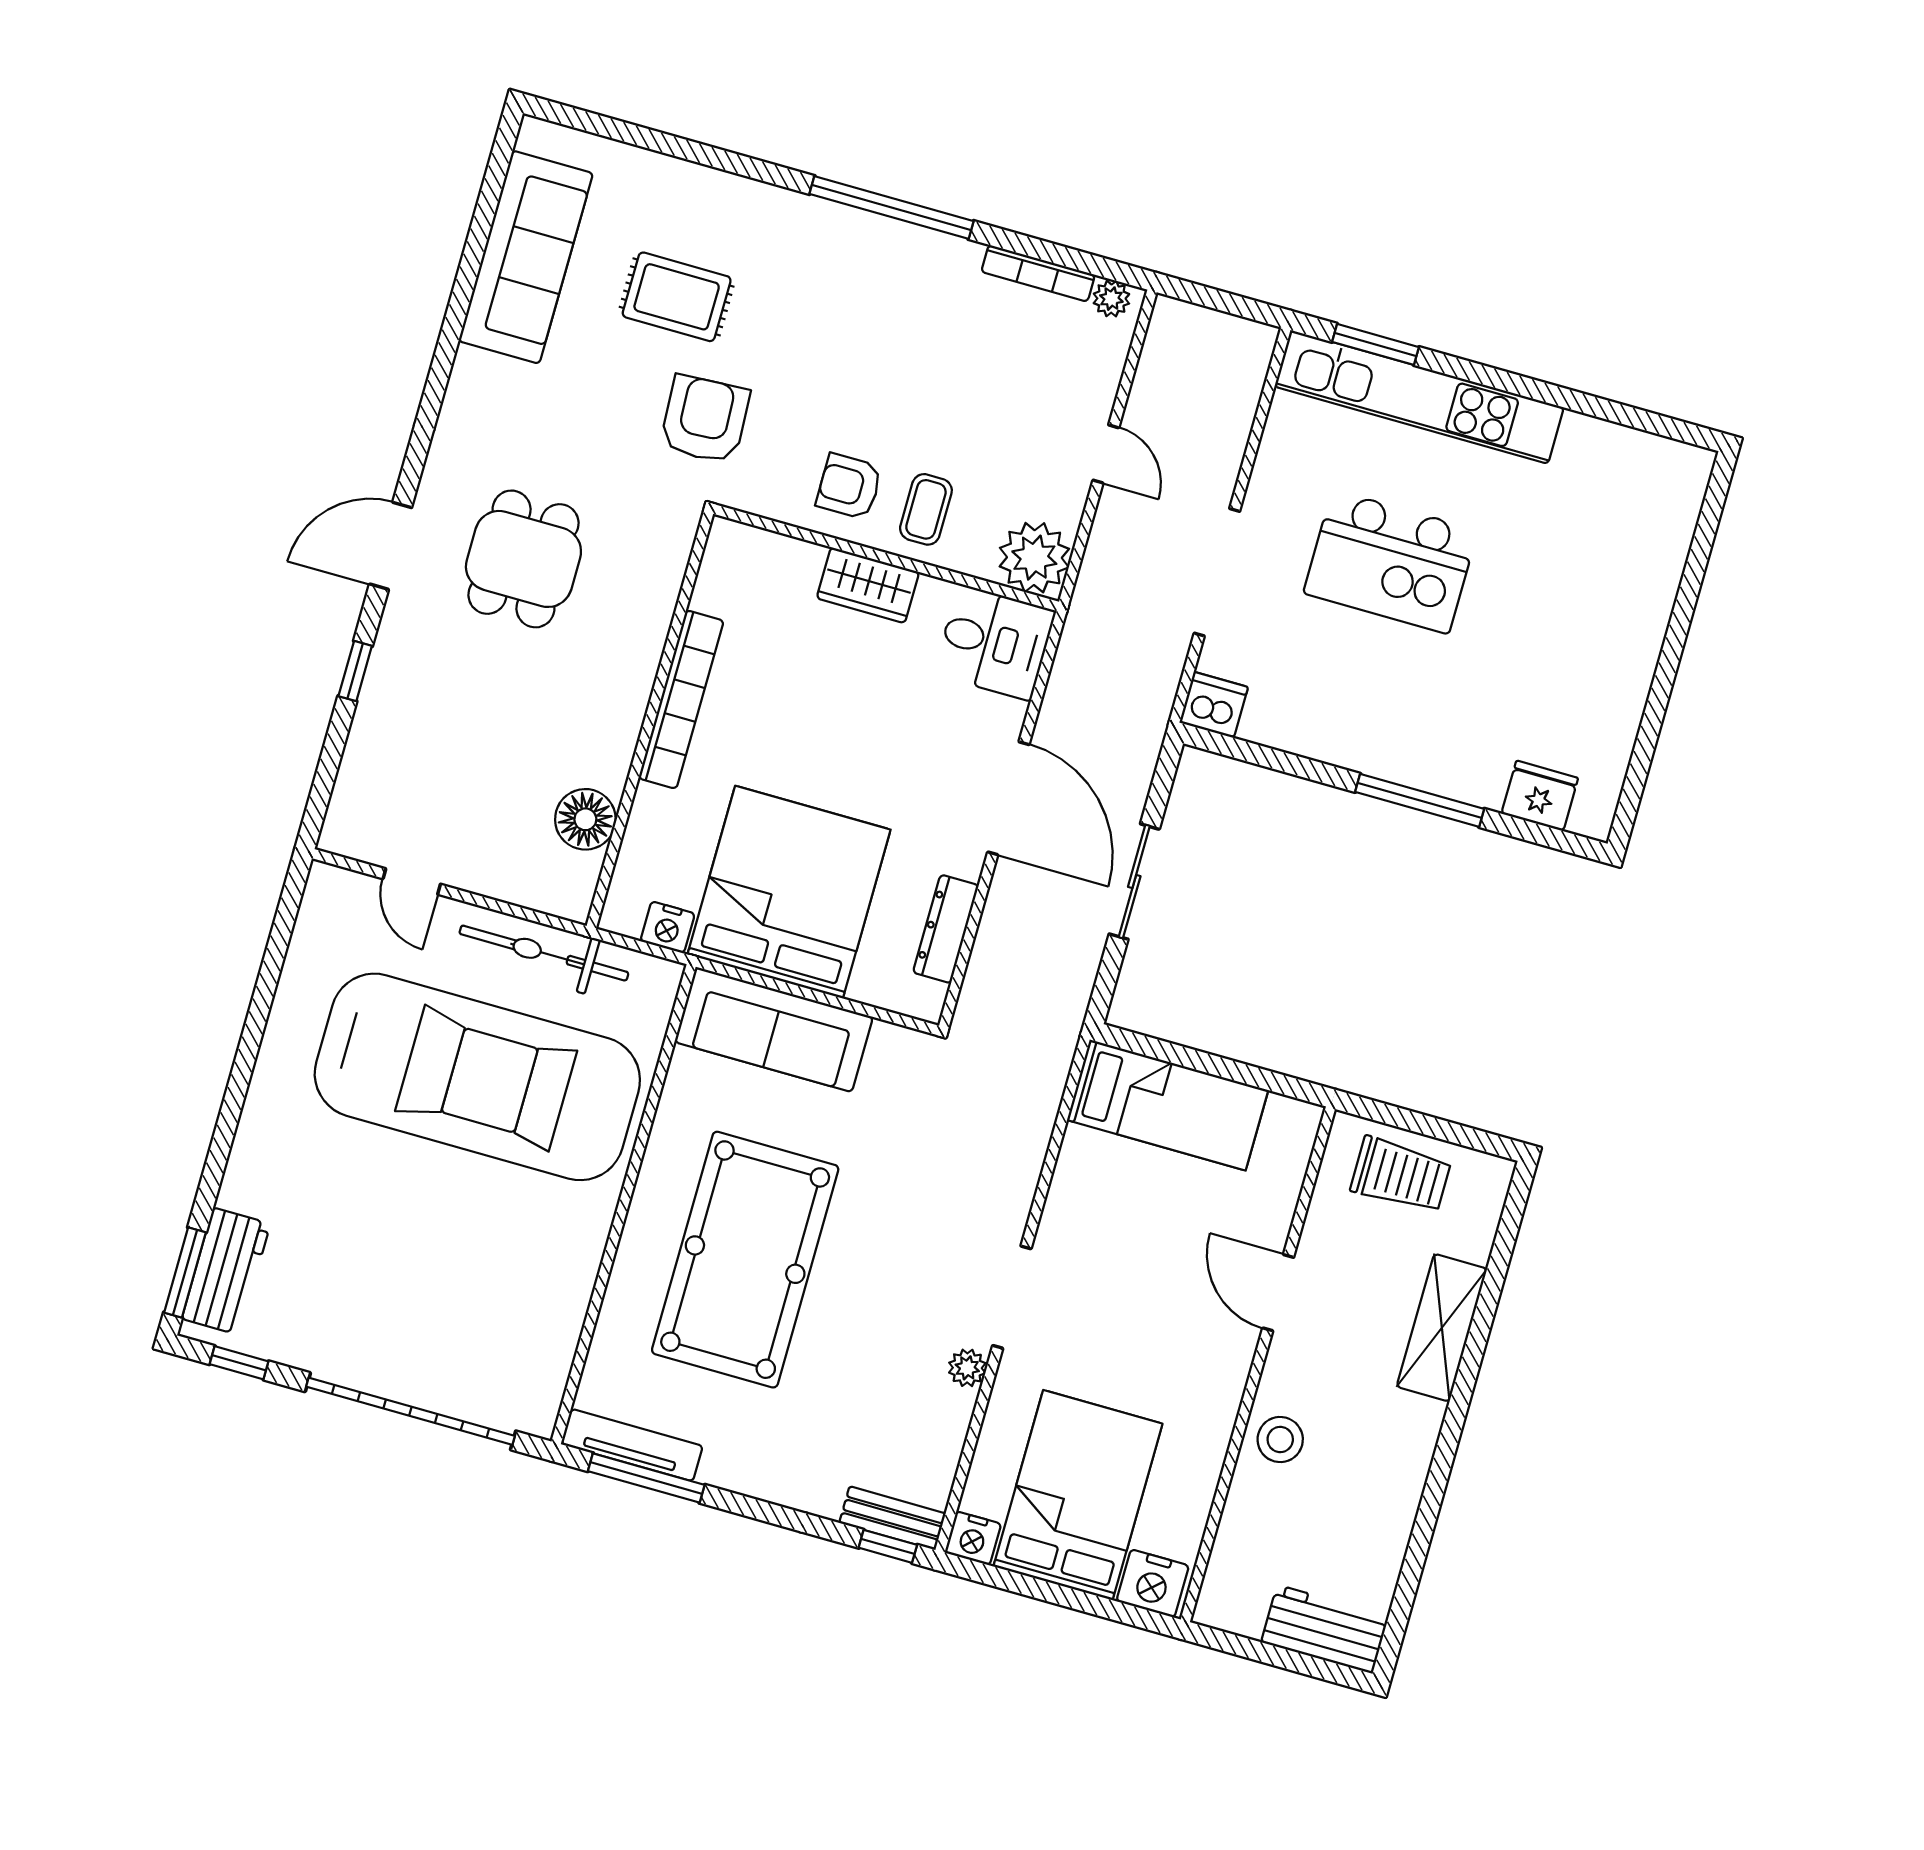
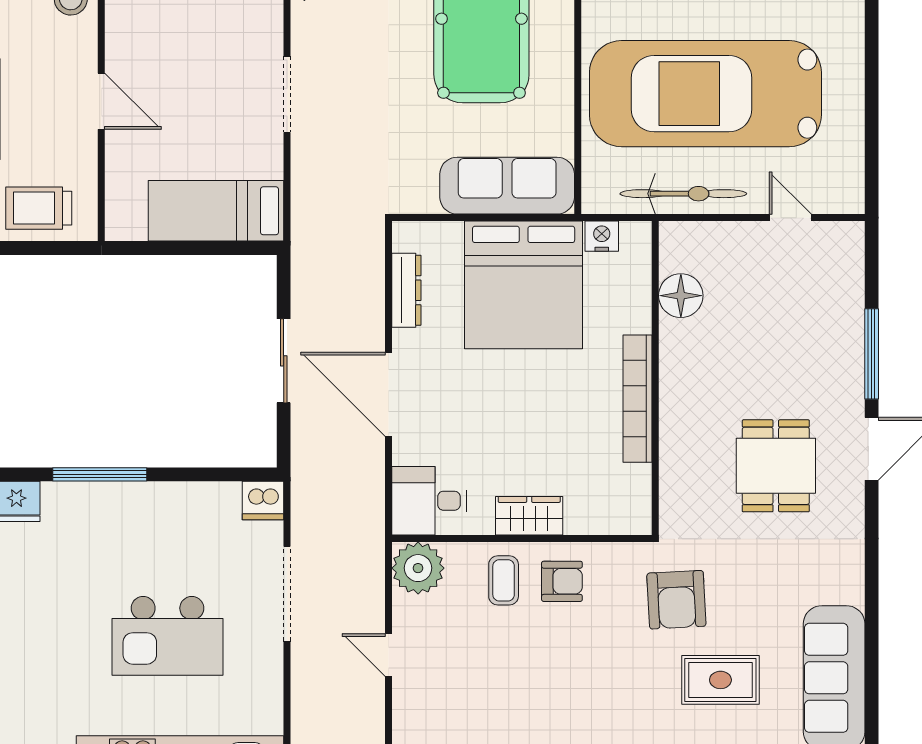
kitchen island: (1391, 562) -> (167, 636), turned 180
window: (355, 671) -> (872, 354), width x2.17
doorway: (1012, 1297) -> (287, 94), moved

